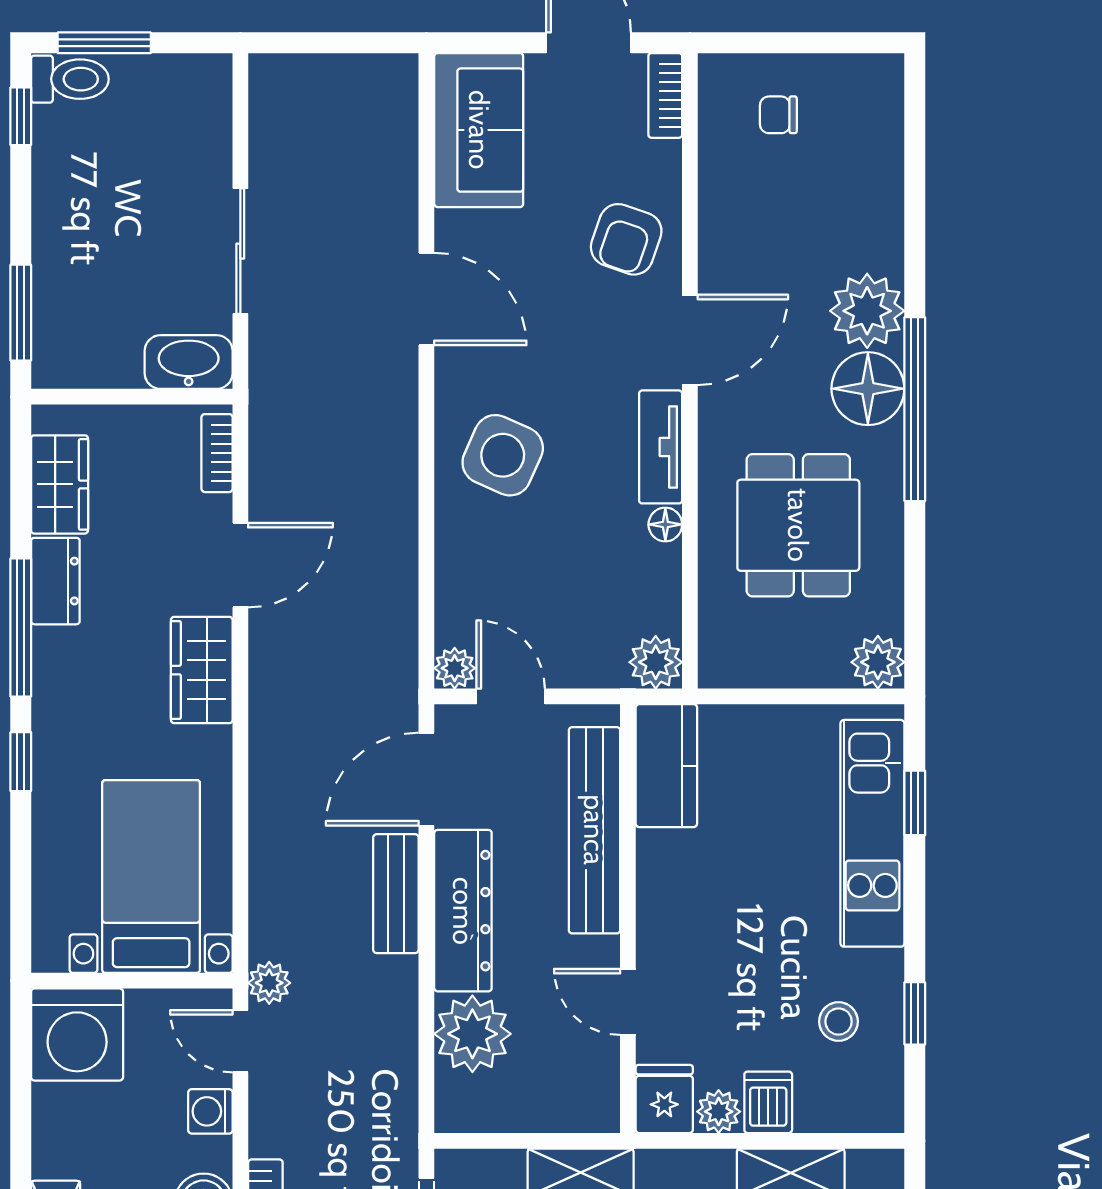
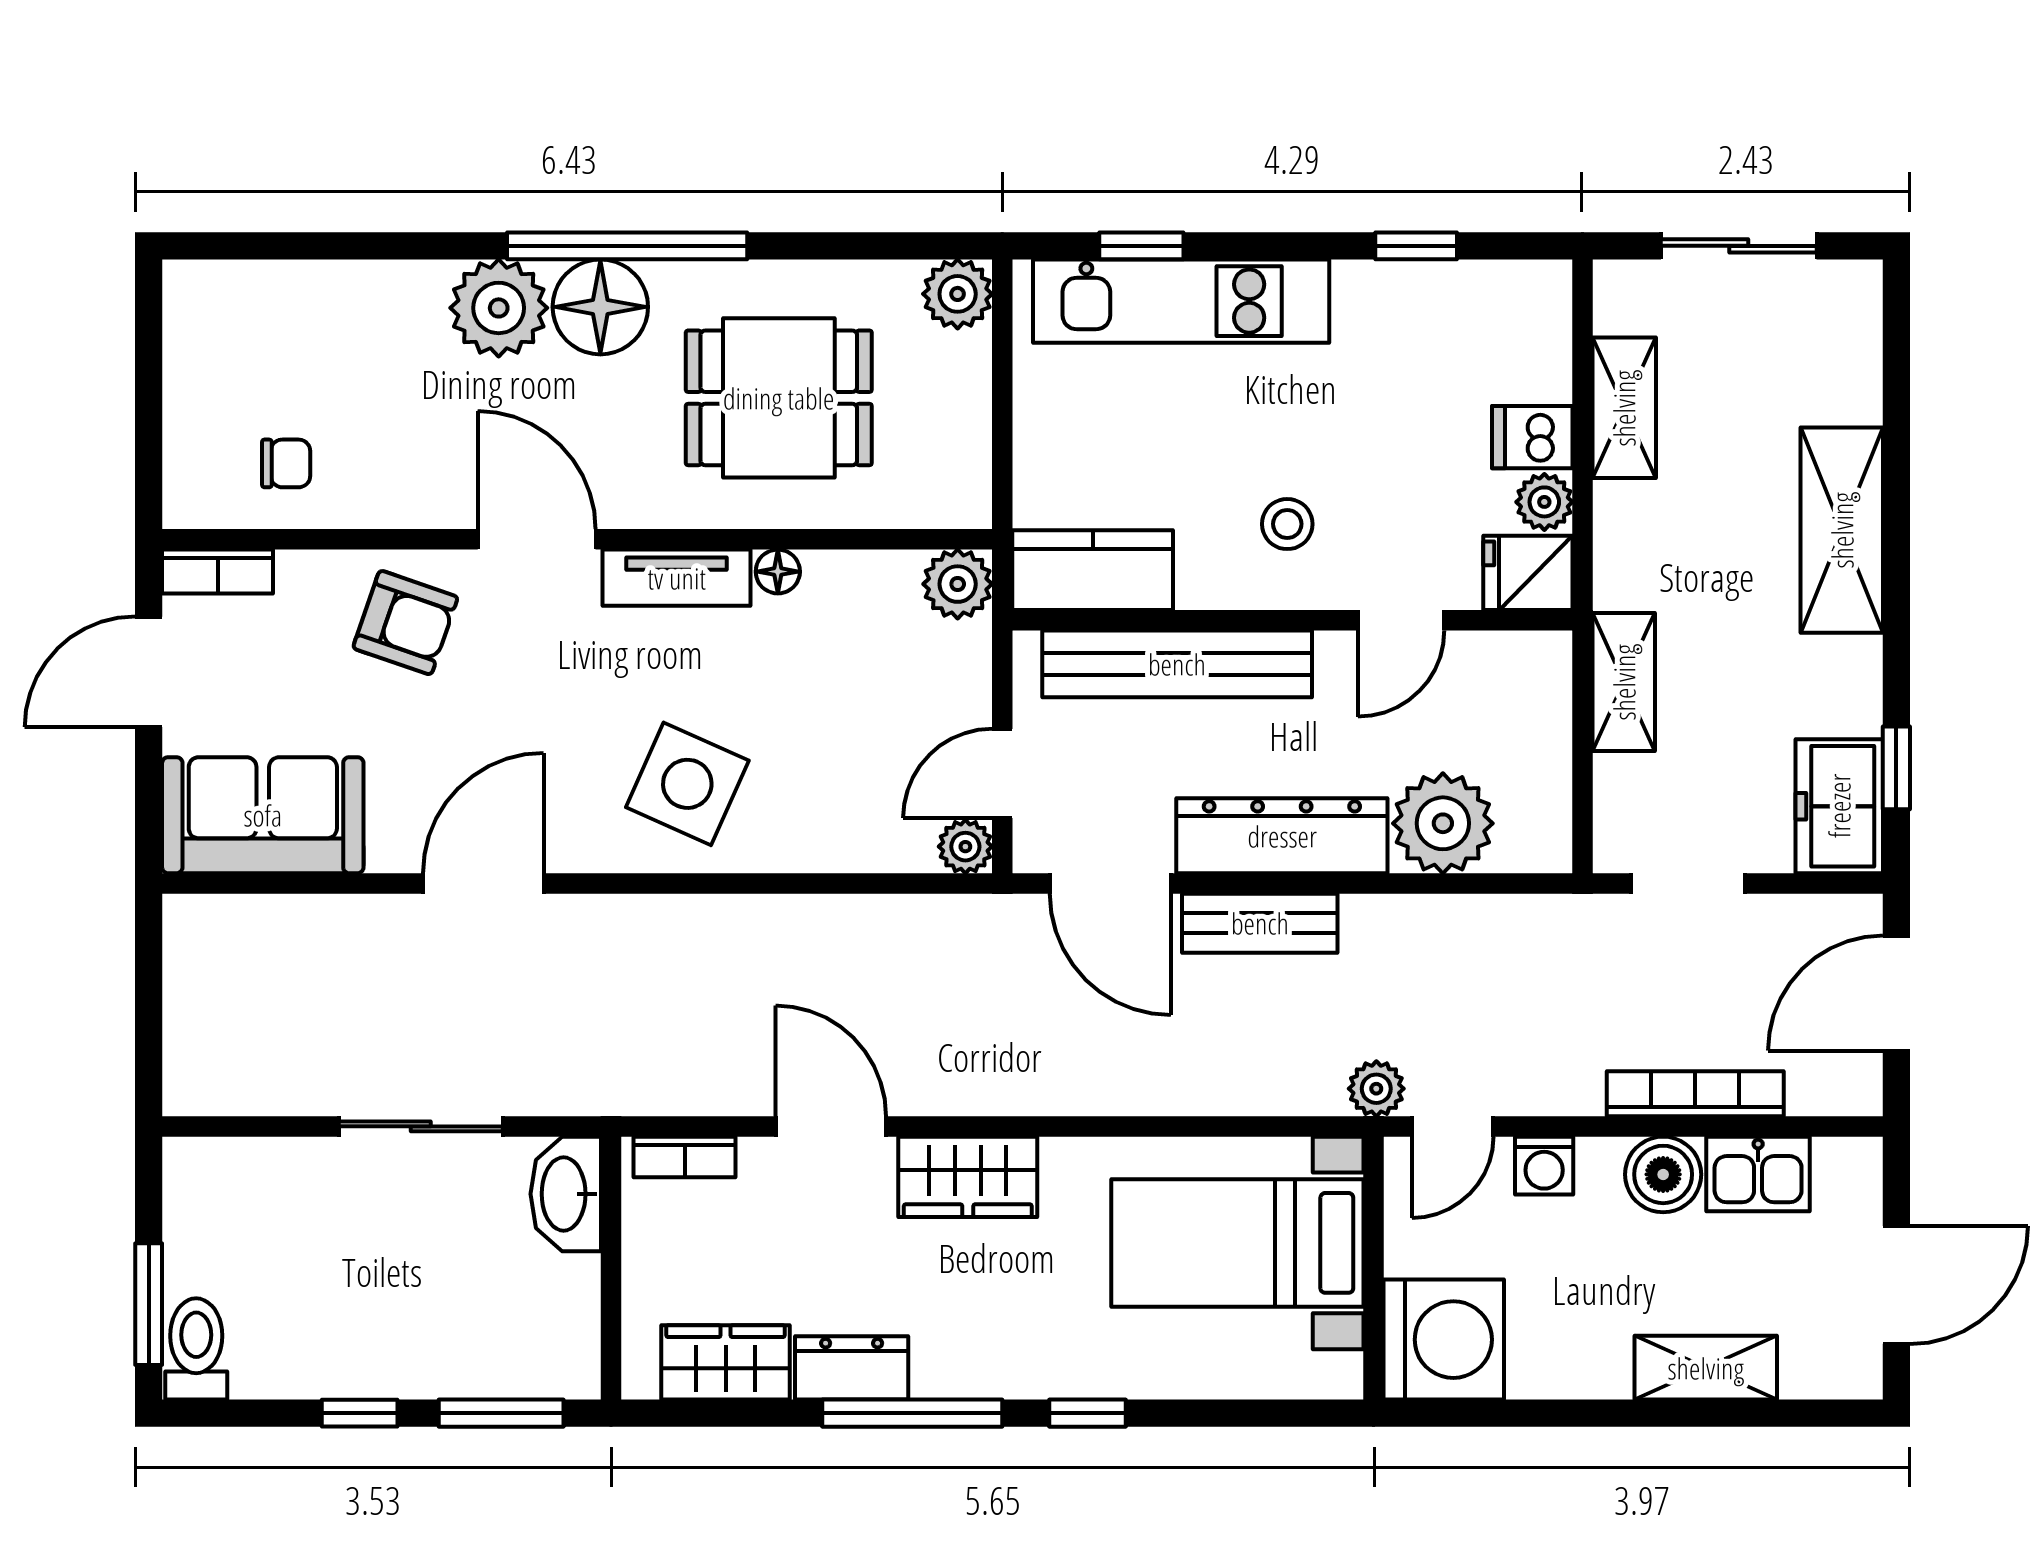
chair: (778, 115) -> (286, 463), moved, turned -90
window: (21, 116) -> (360, 1413), moved
stool: (839, 1022) -> (1287, 524), moved

